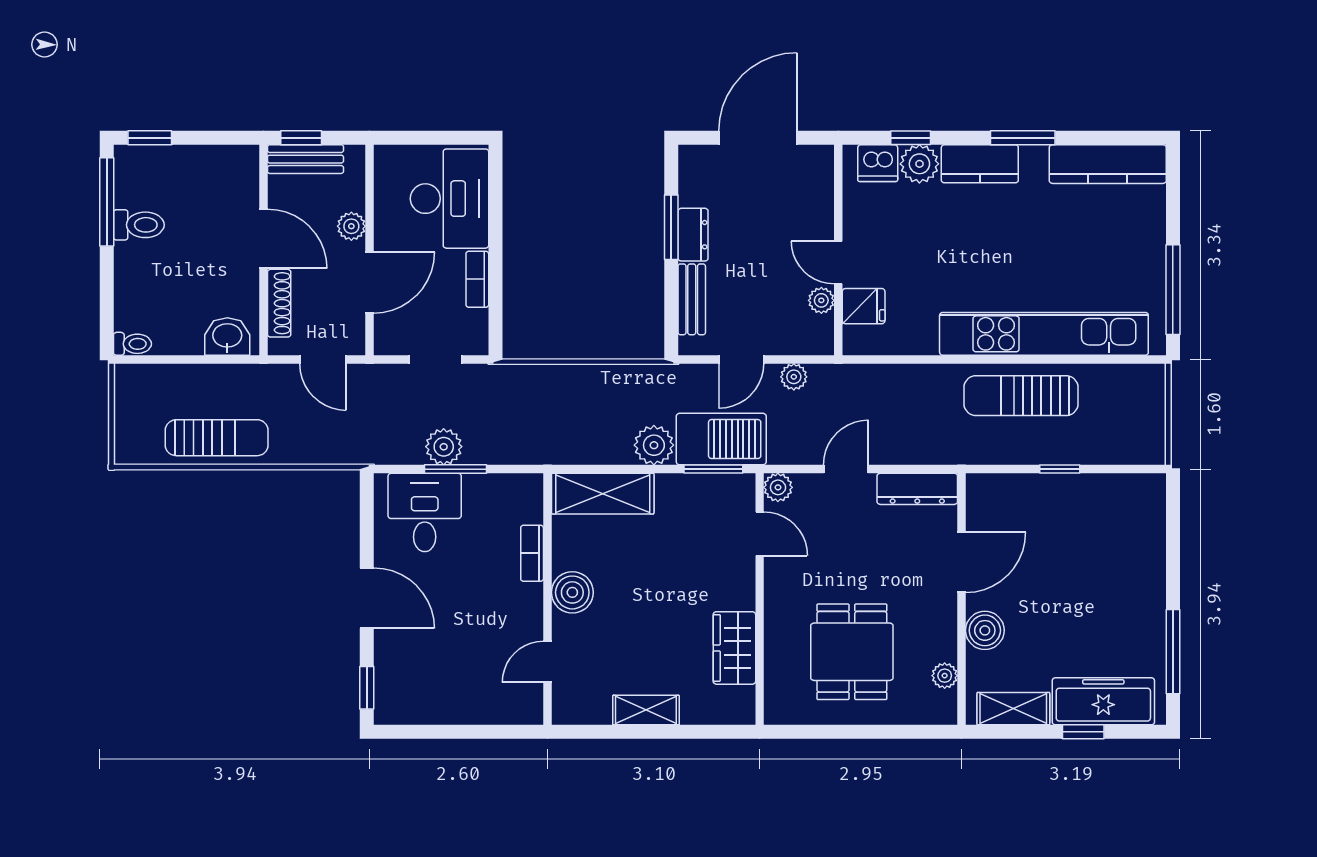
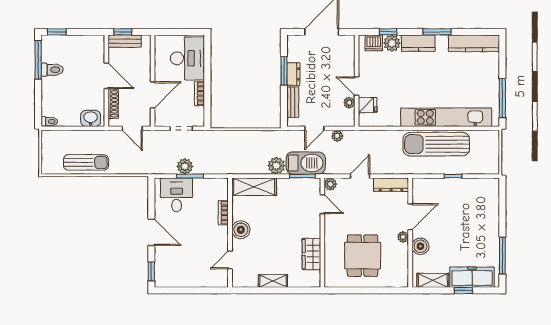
plant: (351, 226) -> (145, 70), removed
sun lounger: (1021, 396) -> (436, 144), width x1.36, depth x1.34
plant: (945, 676) -> (403, 237), moved

